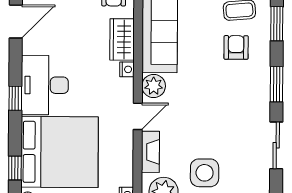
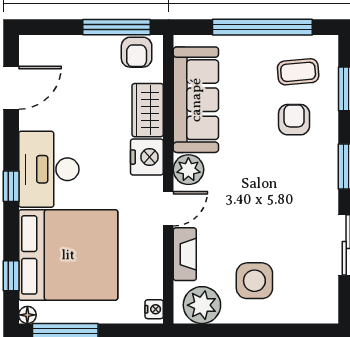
nightstand: (127, 69) -> (147, 157), width x1.89, depth x1.79

